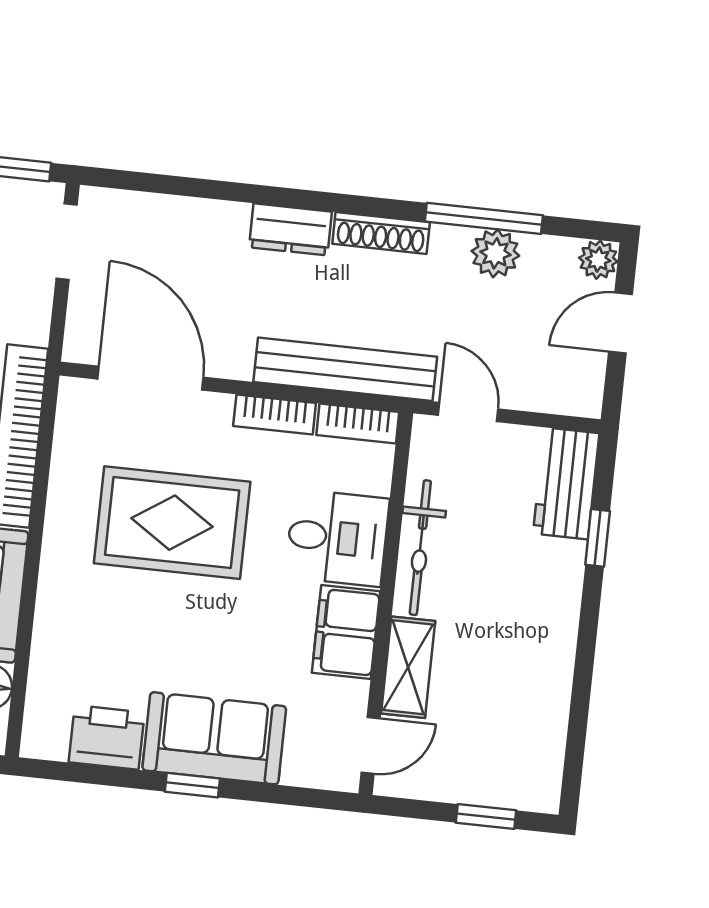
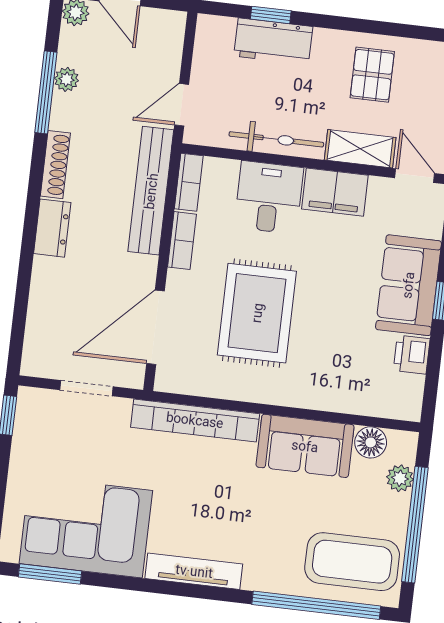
doorway: (67, 242) -> (86, 388), moved
plant: (495, 253) -> (66, 79), width x0.73, depth x0.73
workbench: (566, 483) -> (273, 41), moved
pallet: (514, 684) -> (372, 75), added
printer: (107, 737) -> (412, 355), width x0.73, depth x0.81

